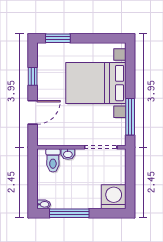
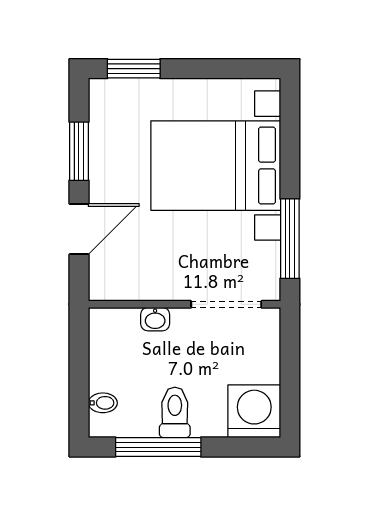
window: (33, 76) -> (79, 151), width x1.50
toilet: (53, 160) -> (175, 412), moved, turned 180
bidet: (44, 204) -> (103, 403), moved

